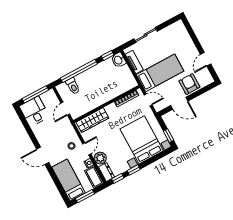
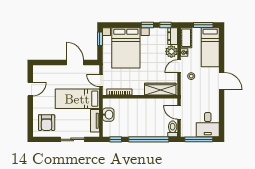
washbasin: (118, 60) -> (108, 115), moved
armchair: (189, 84) -> (47, 123), moved
toilet: (73, 86) -> (173, 129), moved
door: (65, 109) -> (179, 112), swing flipped

